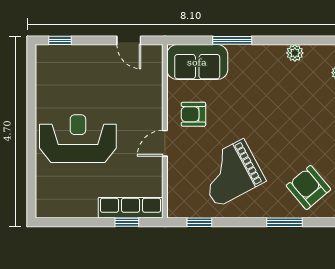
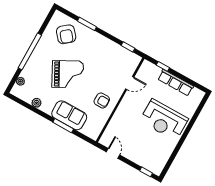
sofa: (197, 62) -> (69, 115), moved
door: (165, 143) -> (130, 83), moved
grand piano: (230, 173) -> (68, 74), moved
row of seats: (131, 208) -> (176, 83), moved

